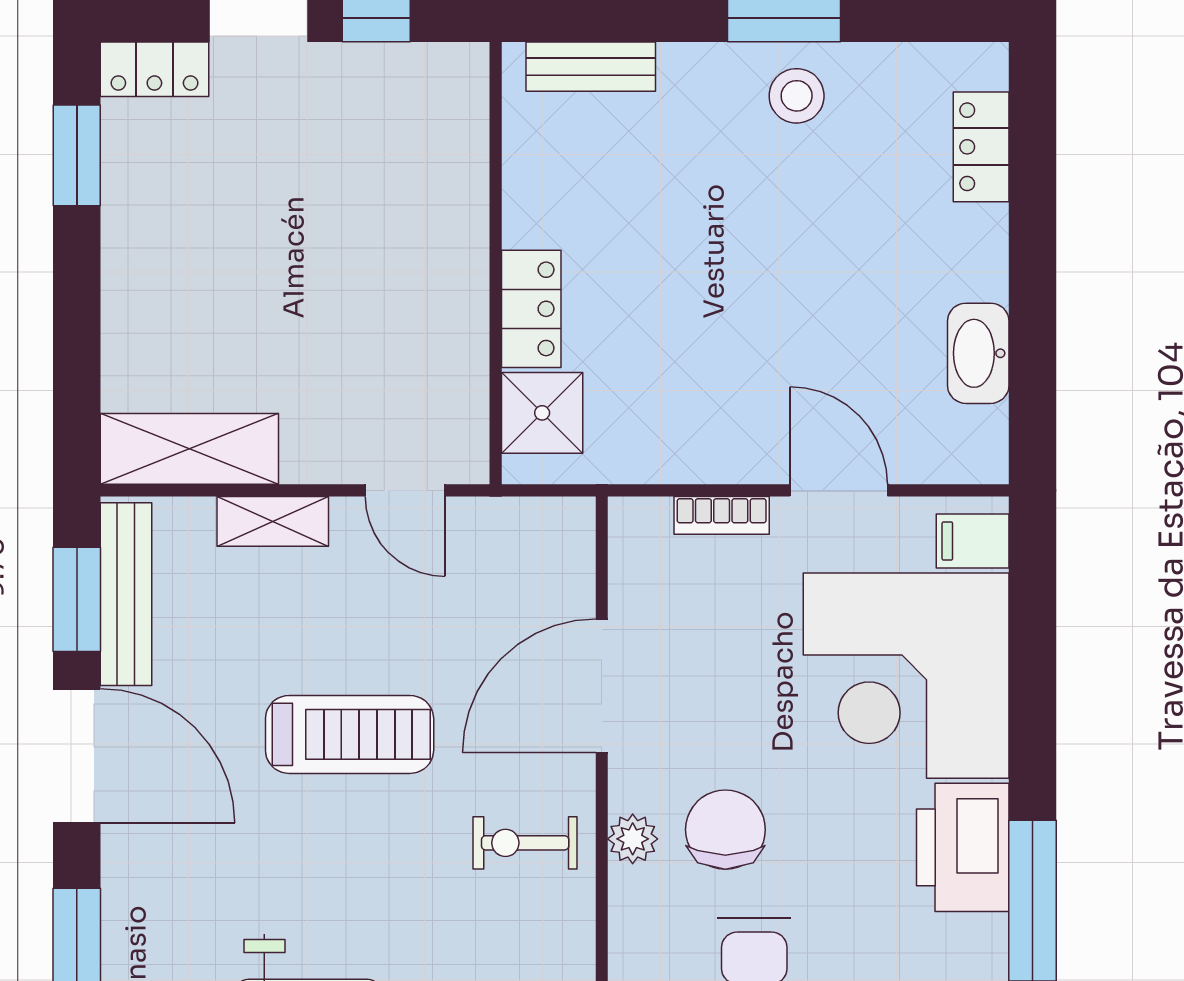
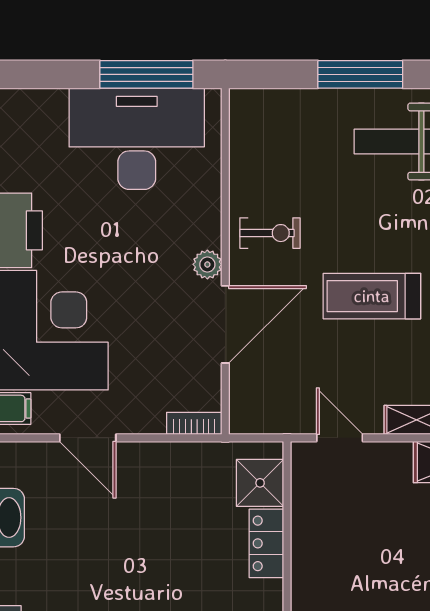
bookcase: (722, 515) -> (194, 423), moved
chair: (725, 830) -> (153, 241), removed
plant: (633, 839) -> (207, 264), moved

